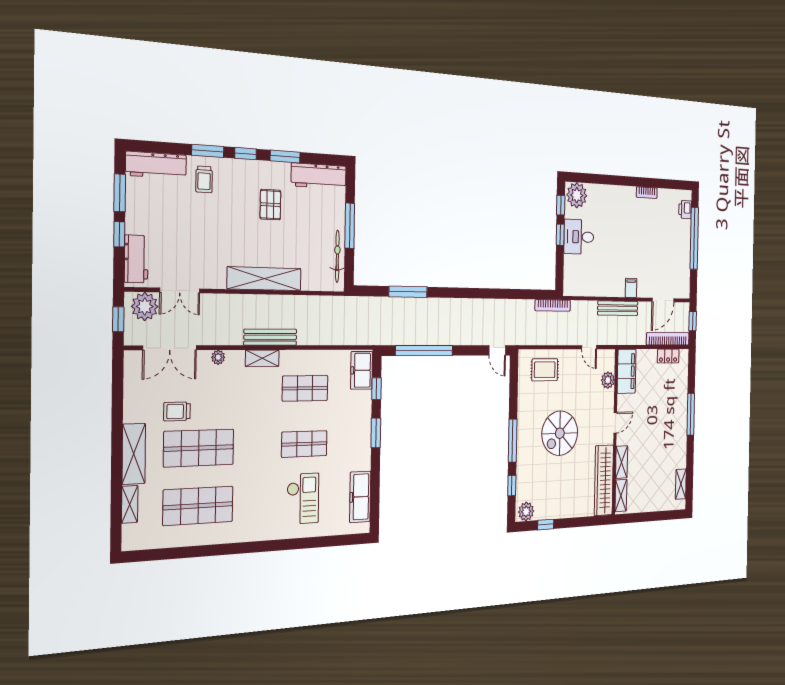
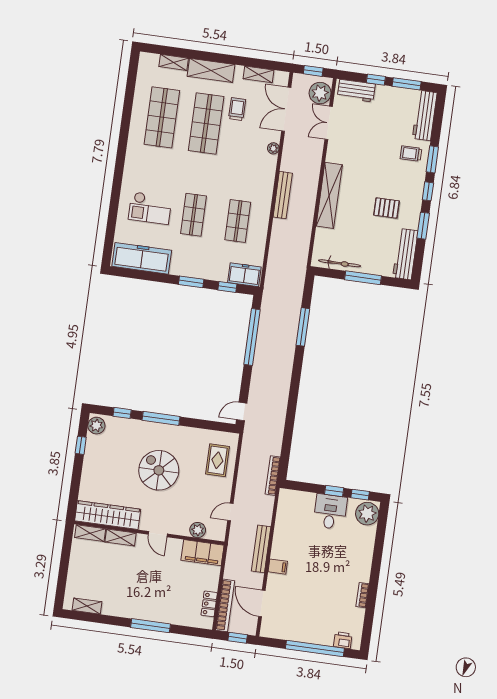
shelving: (262, 358) -> (258, 74), moved, turned 90
freezer: (360, 497) -> (142, 258), width x1.36, depth x1.26

